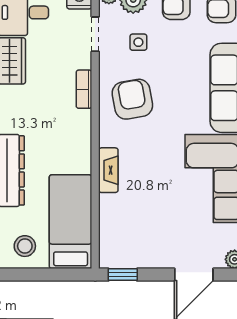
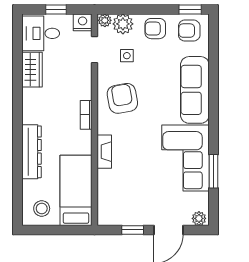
bookcase: (84, 89) -> (86, 115), moved
window: (123, 275) -> (133, 230), moved

